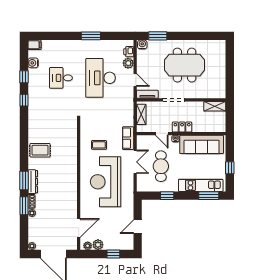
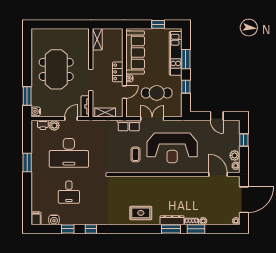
rug: (40, 150) -> (141, 213), turned 90
window: (209, 196) -> (186, 59), moved

